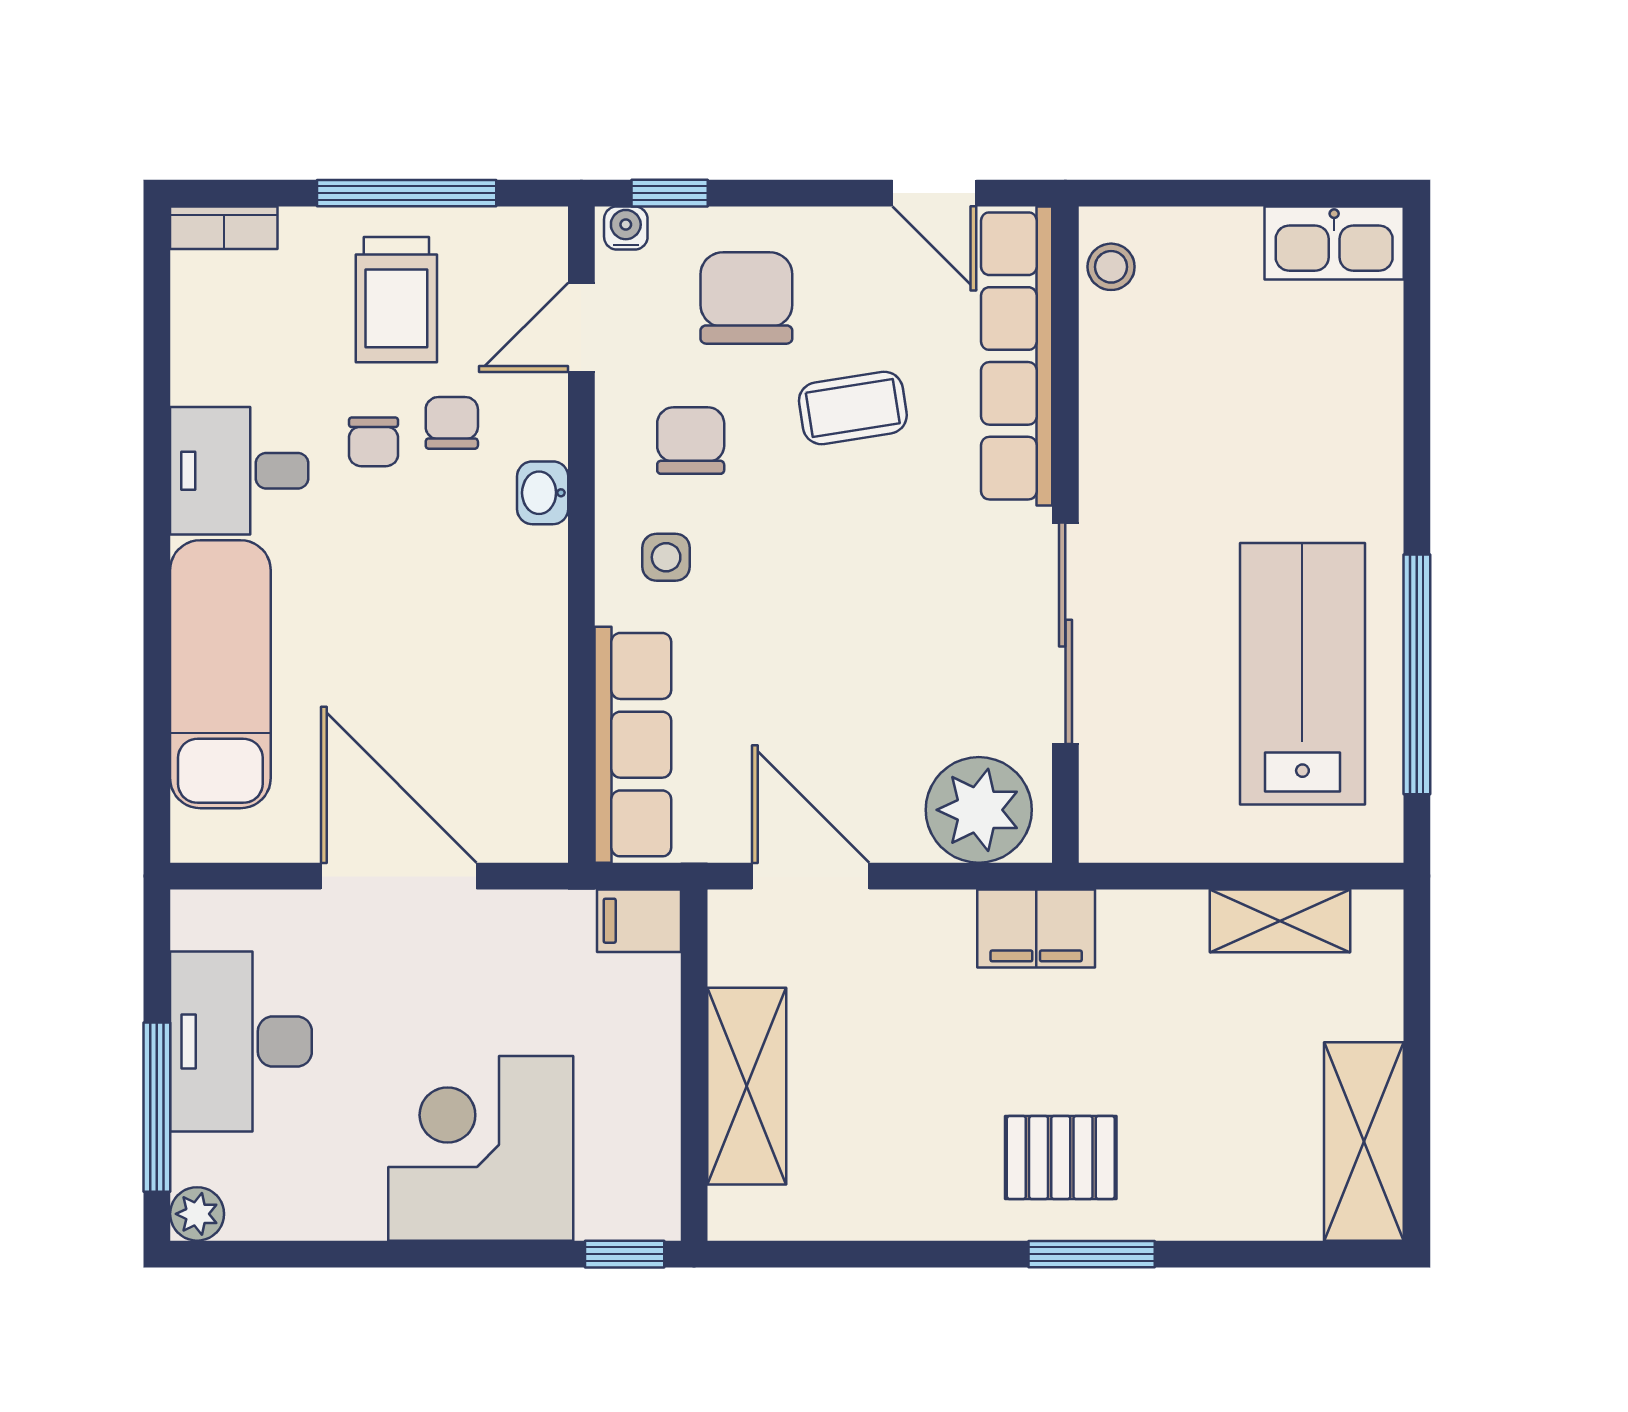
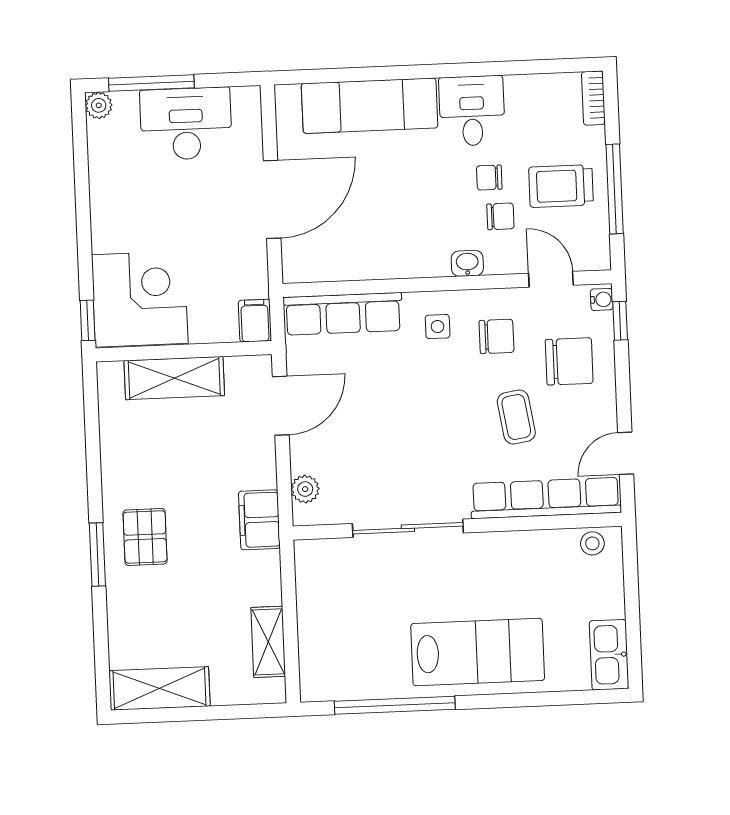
lab bench: (1302, 674) -> (478, 652), moved
plant: (979, 810) -> (305, 489), width x0.53, depth x0.53
corner desk: (481, 1148) -> (140, 299), moved

